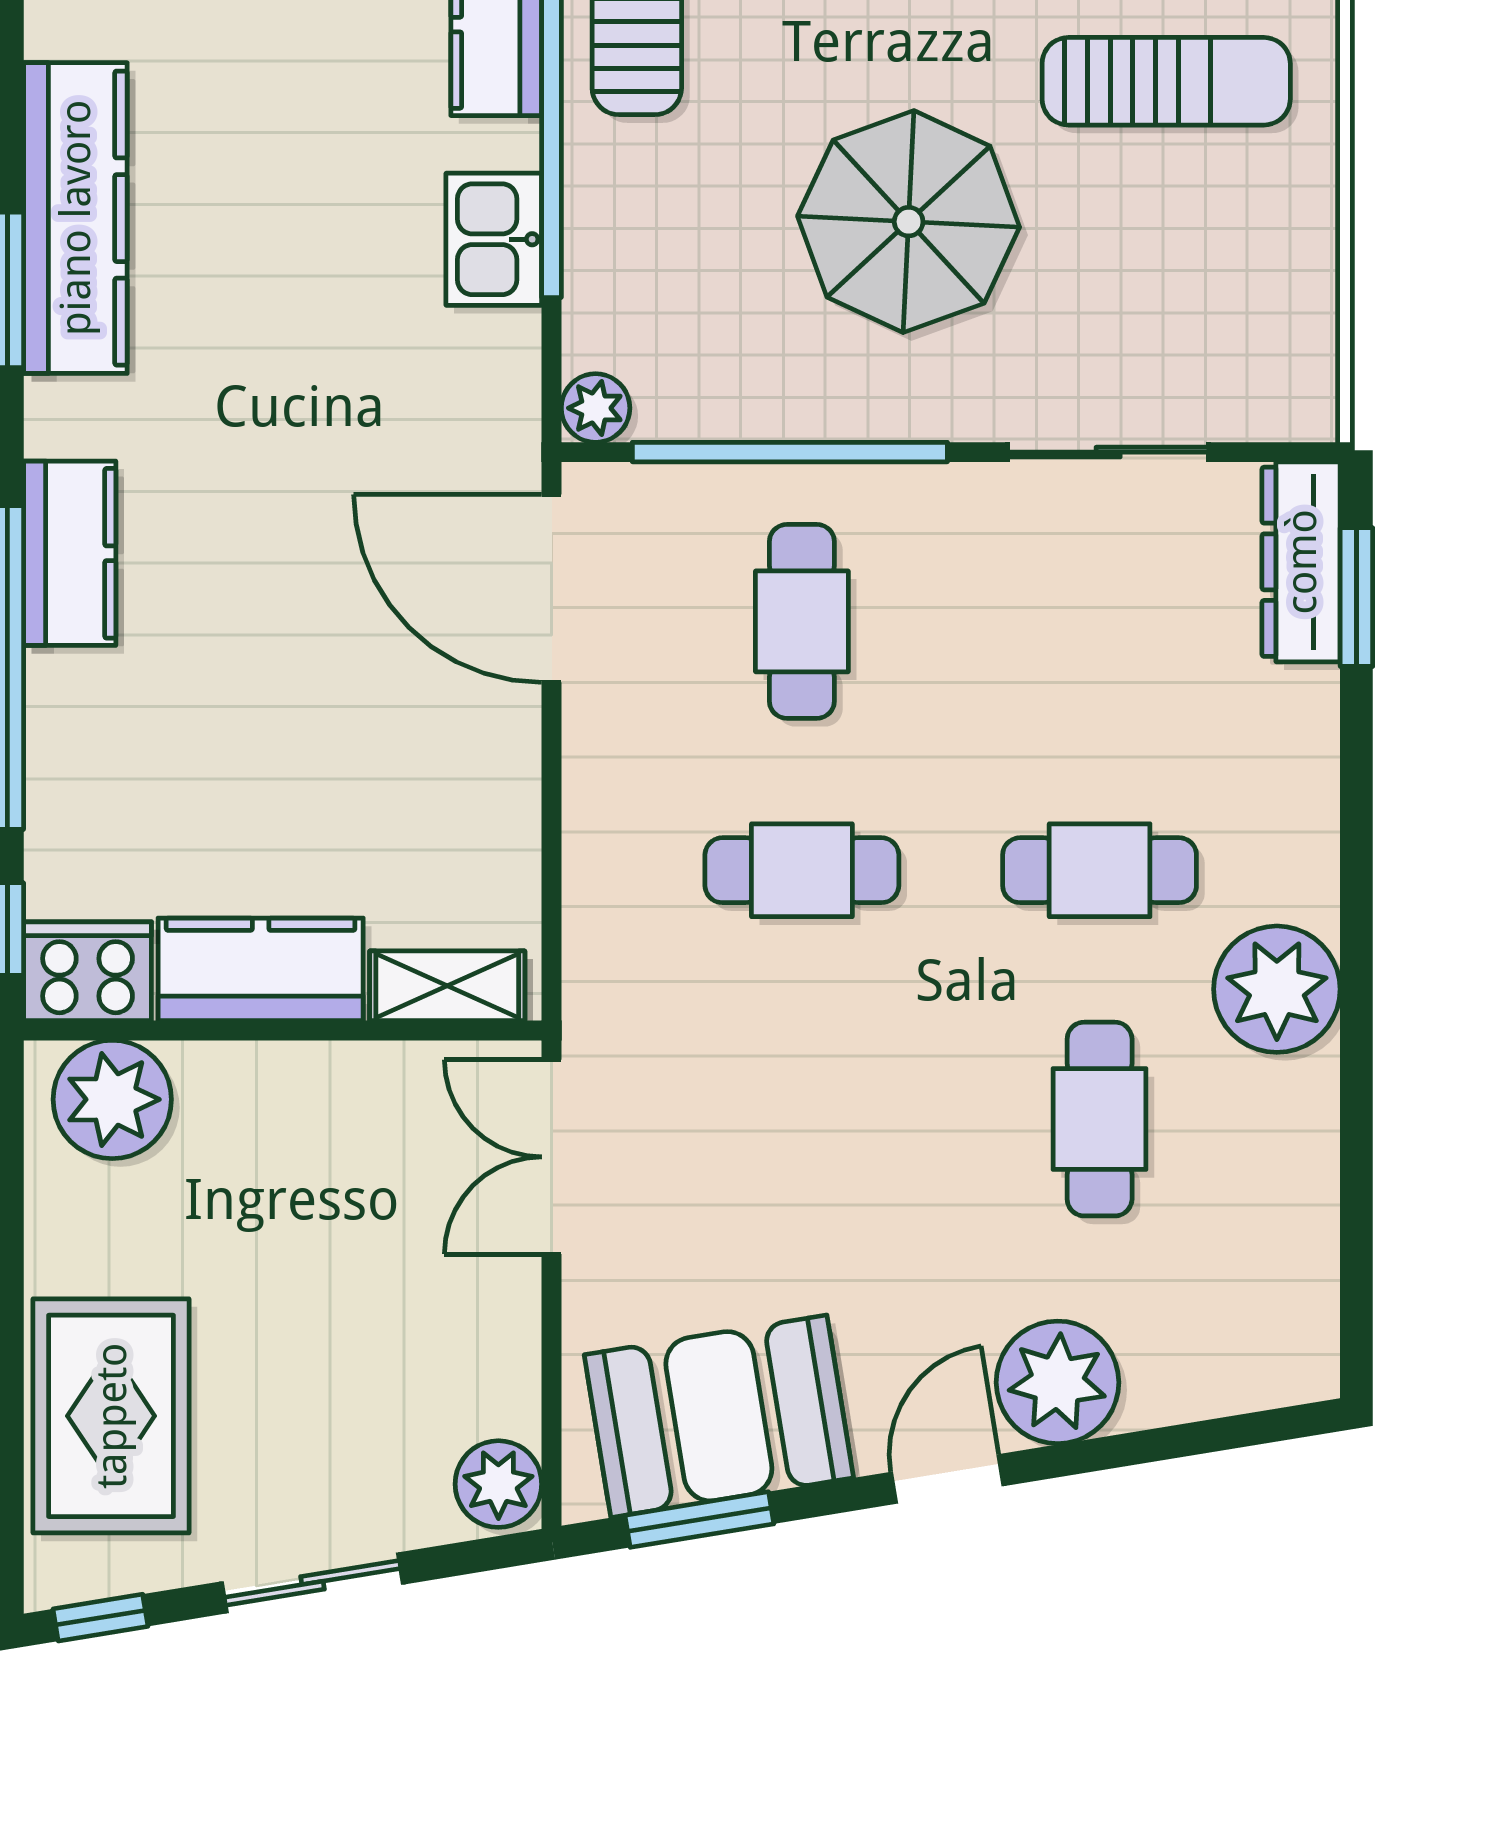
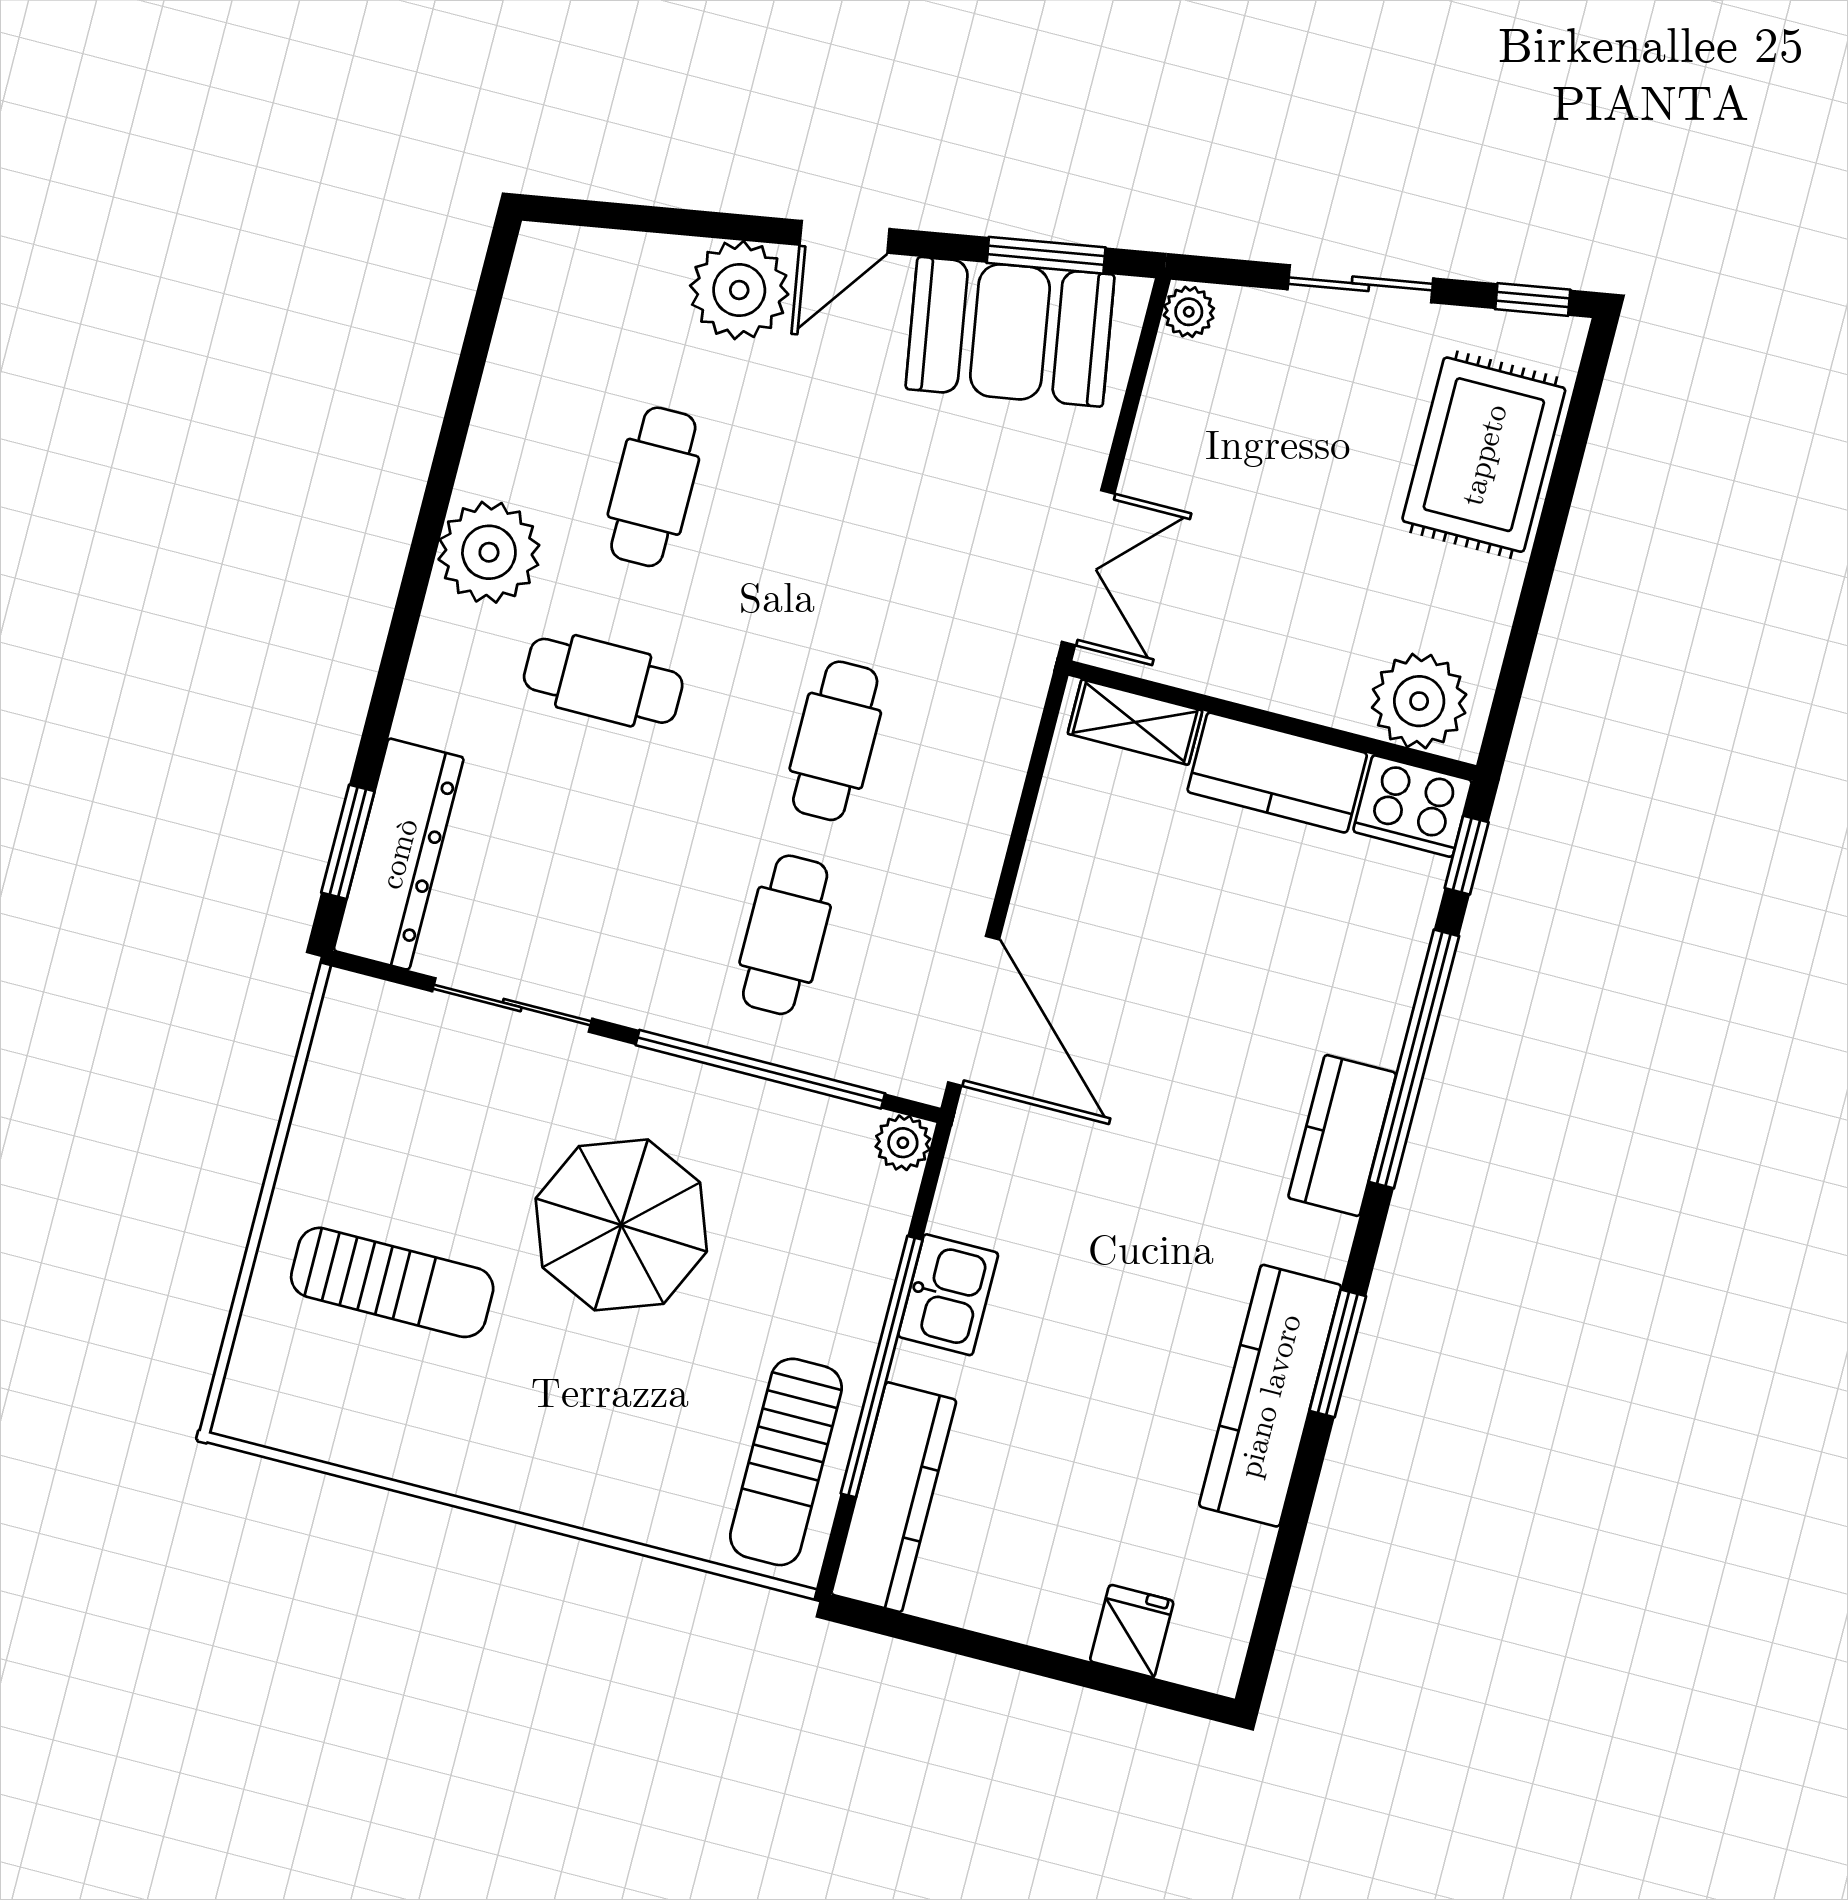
sun lounger: (1166, 81) -> (392, 1282), turned 180
dresser: (1301, 562) -> (399, 854), width x1.37, depth x1.24
cafe table: (802, 870) -> (835, 741), turned 90
plant: (498, 1484) -> (1189, 312), width x0.73, depth x0.73

